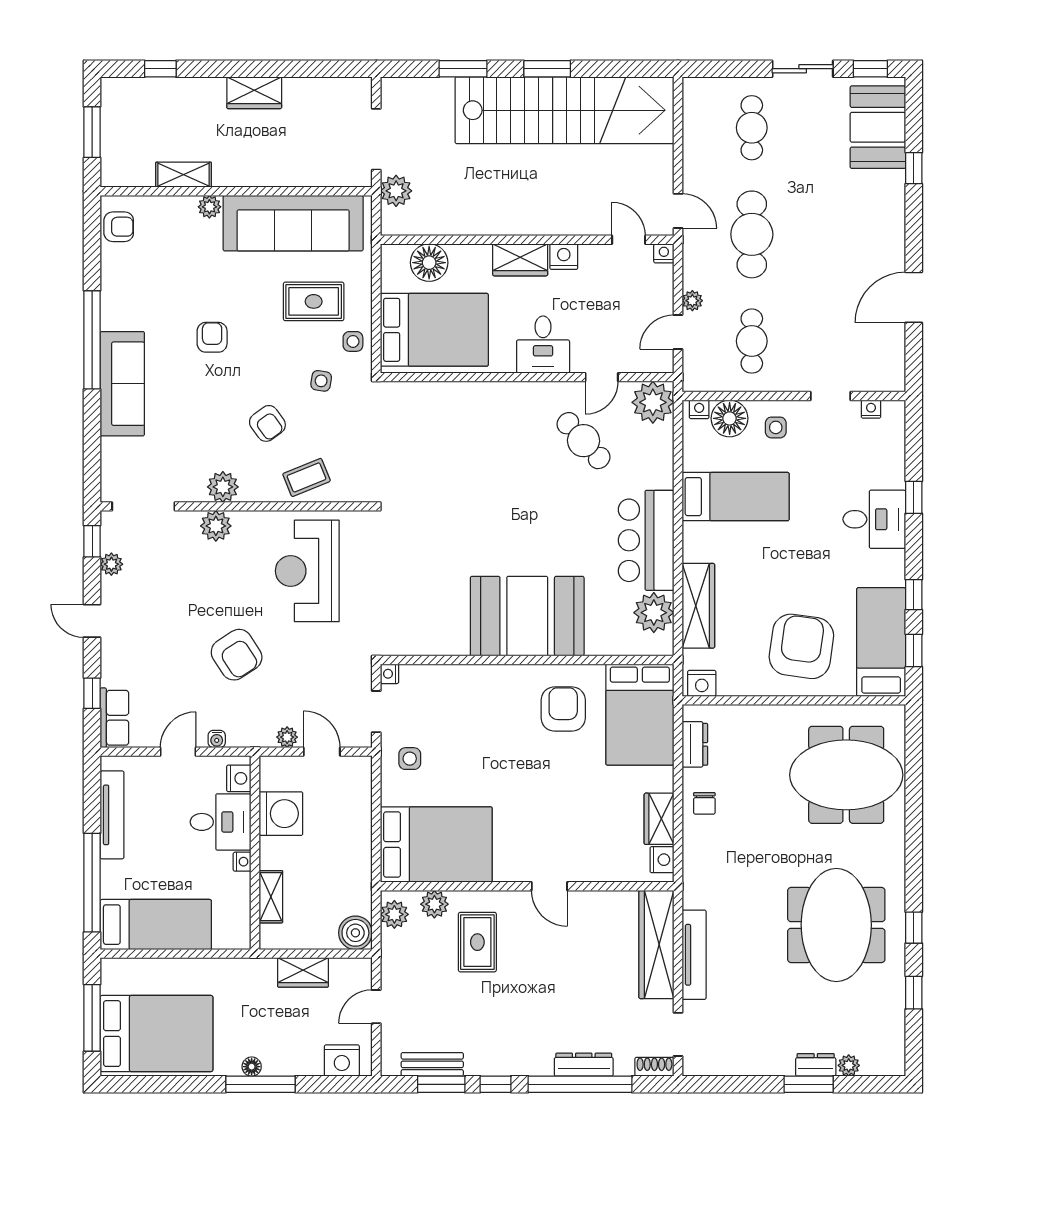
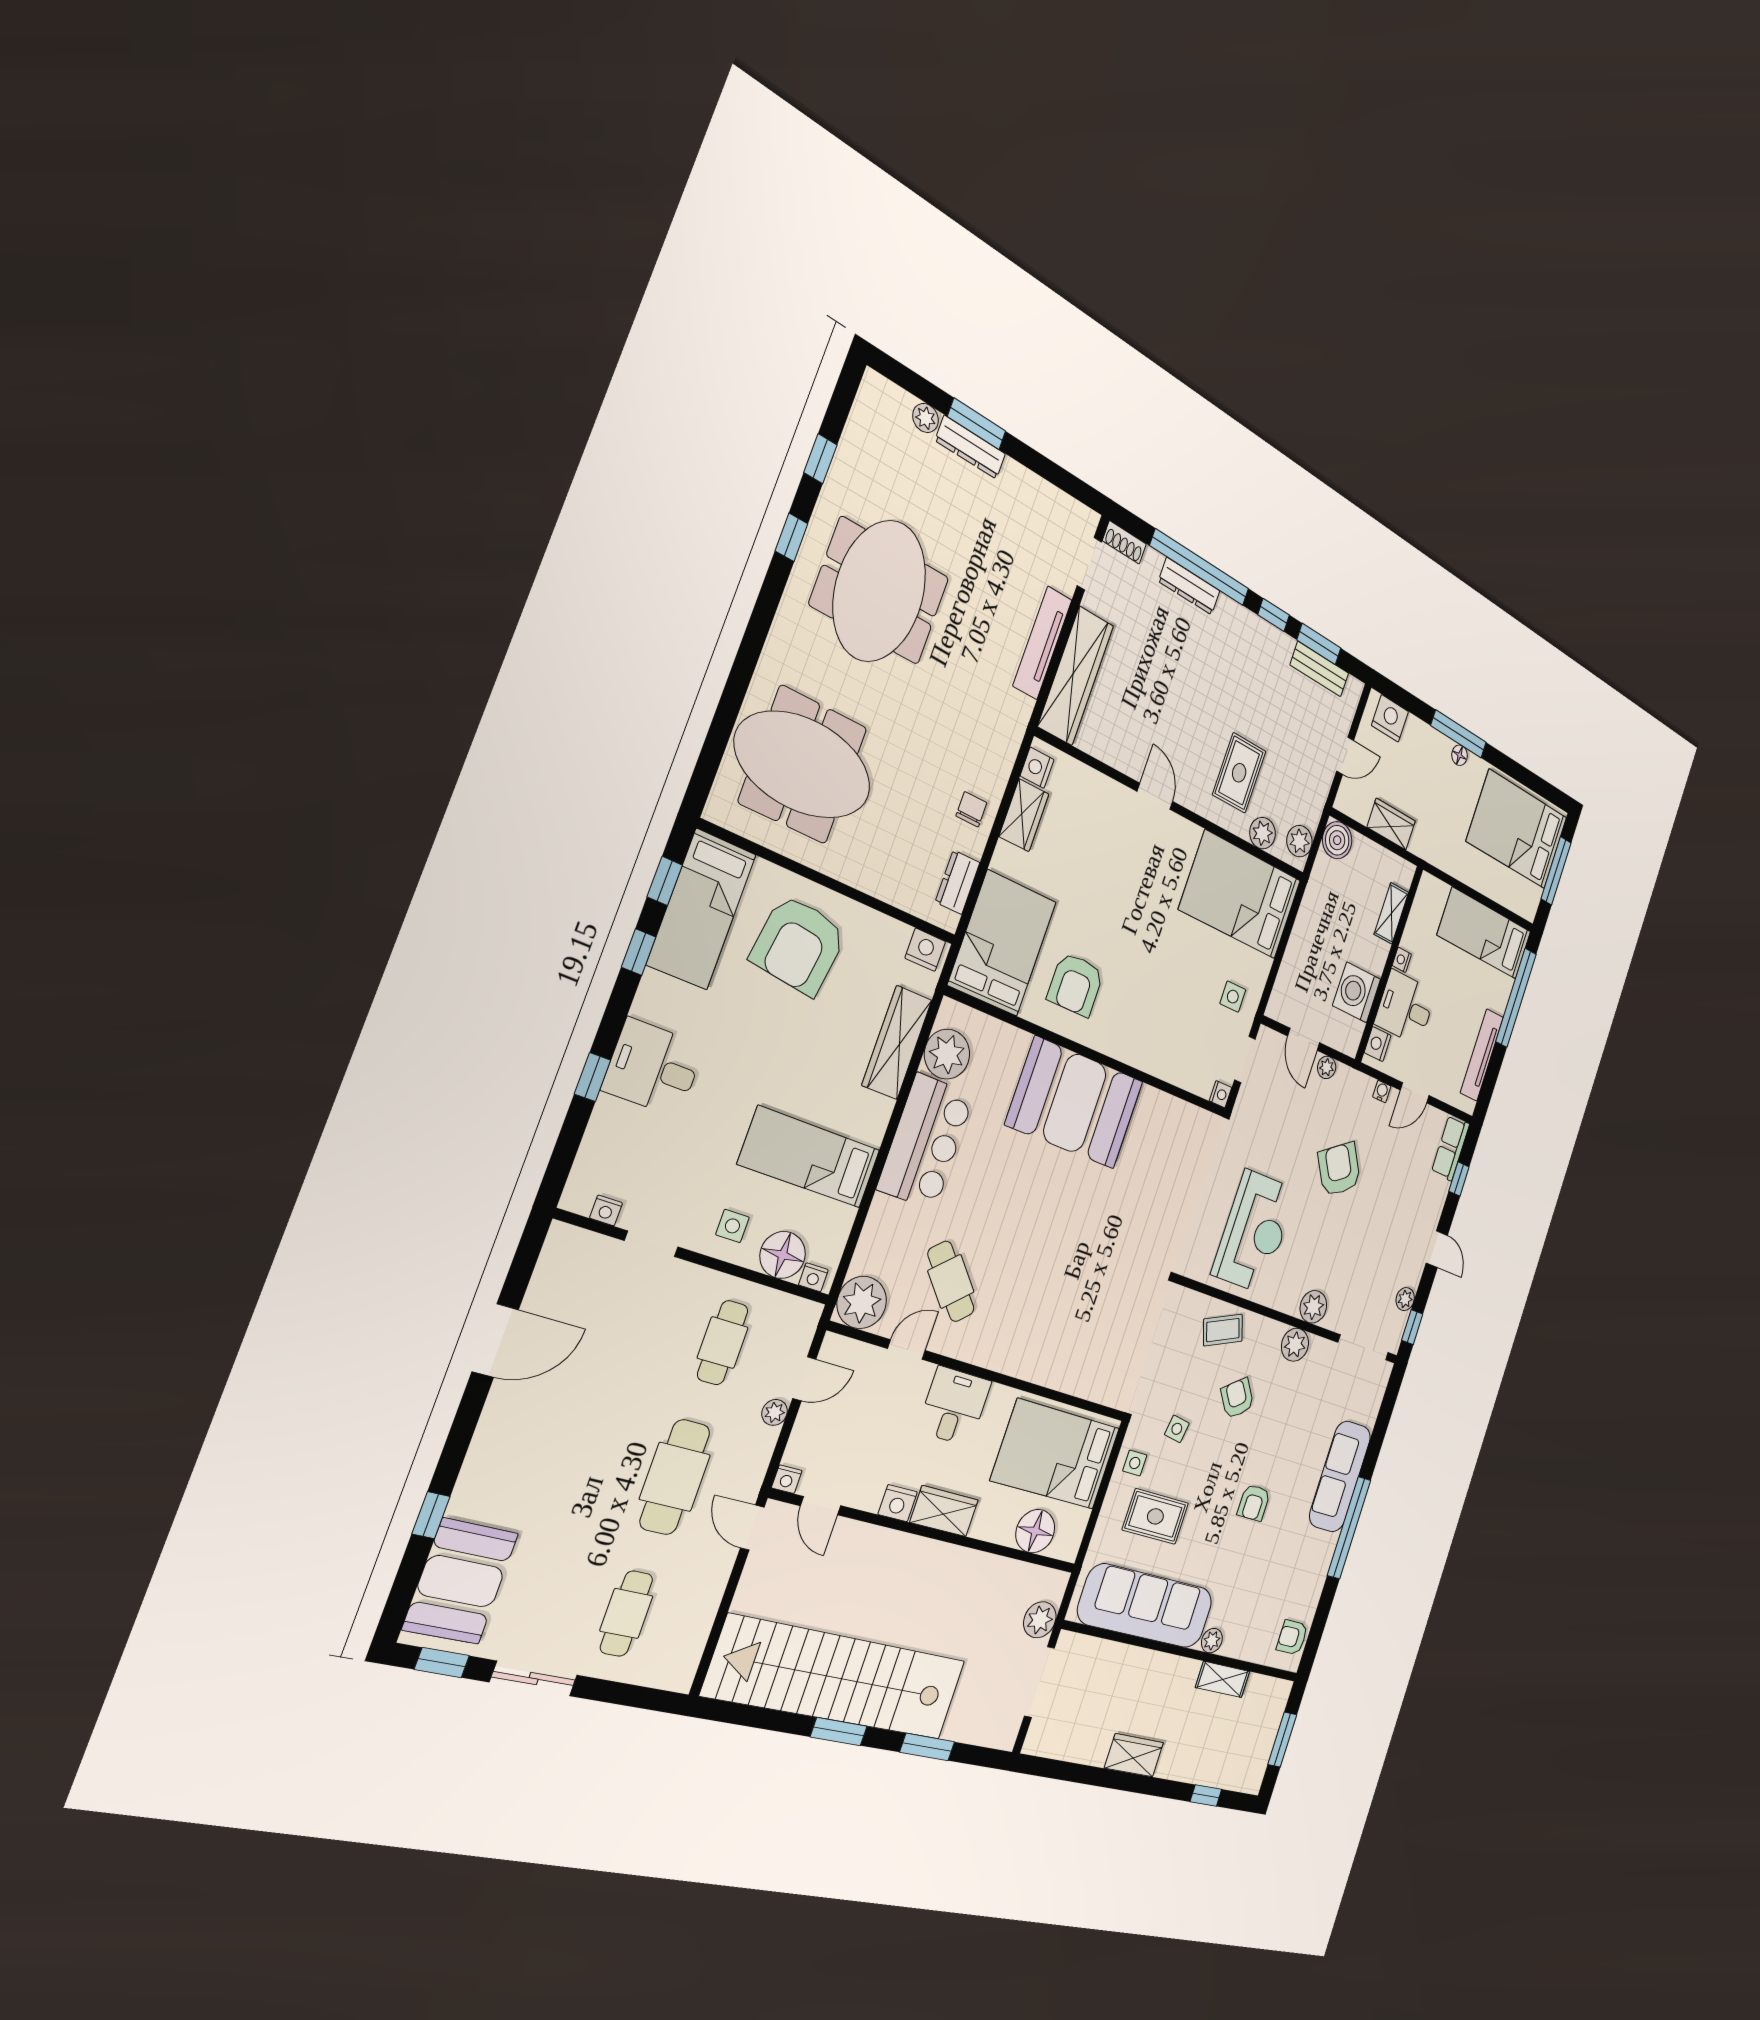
dresser: (816, 1065) -> (970, 447), width x1.44

